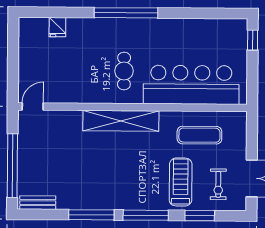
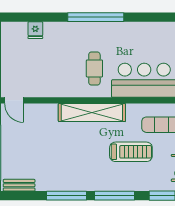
door: (33, 107) -> (14, 100), swing flipped
treadmill: (181, 182) -> (131, 152), moved, turned 90

